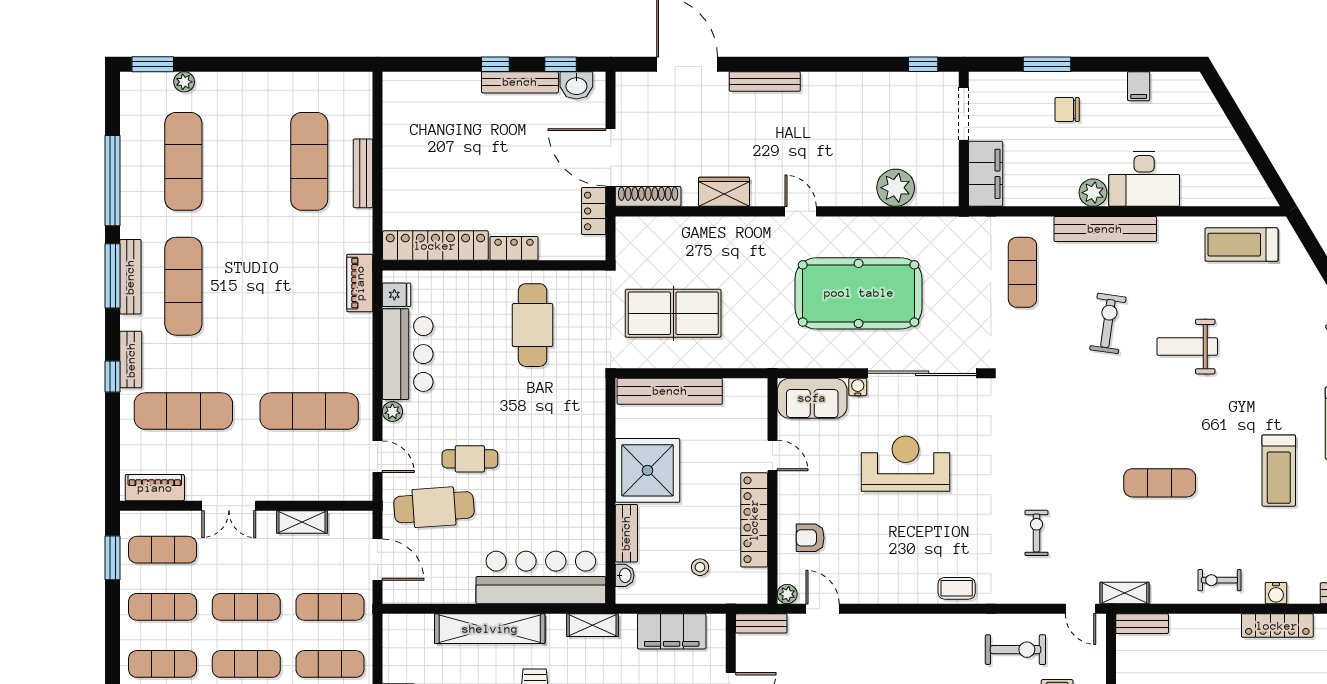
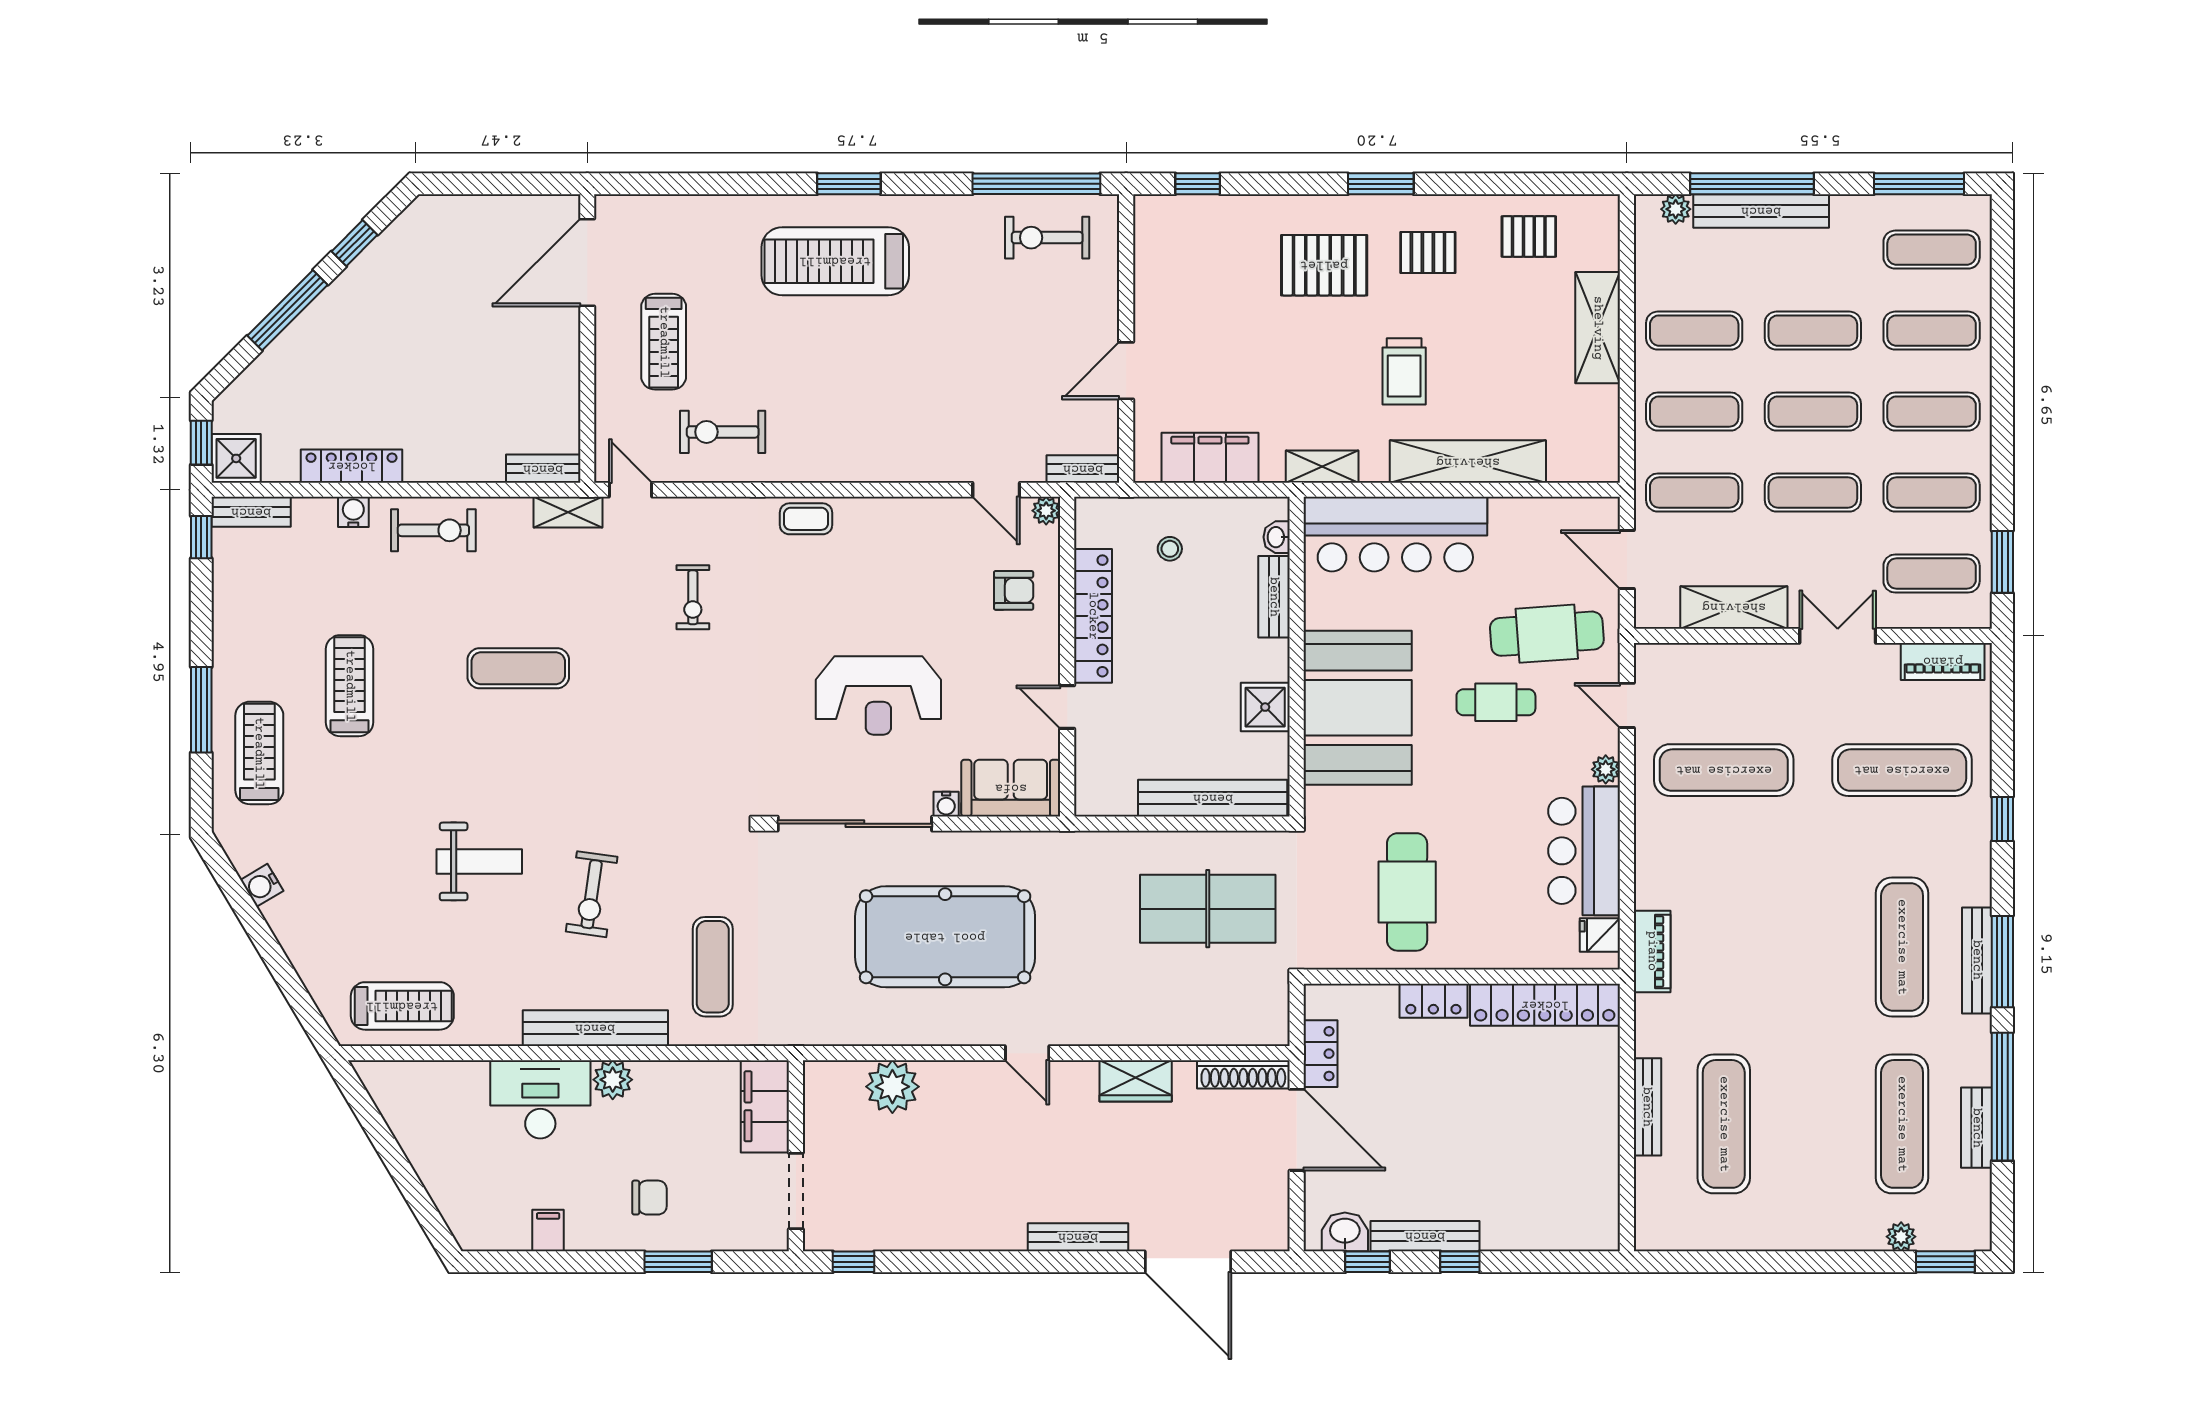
bench: (131, 360) -> (1977, 1128), moved
booth: (567, 455) -> (1358, 708), added
shower: (648, 470) -> (1265, 707), width x0.54, depth x0.54
shelving: (302, 522) -> (1734, 607), width x1.50, depth x1.33
exercise bike: (1219, 580) -> (433, 530), width x1.38, depth x1.39

